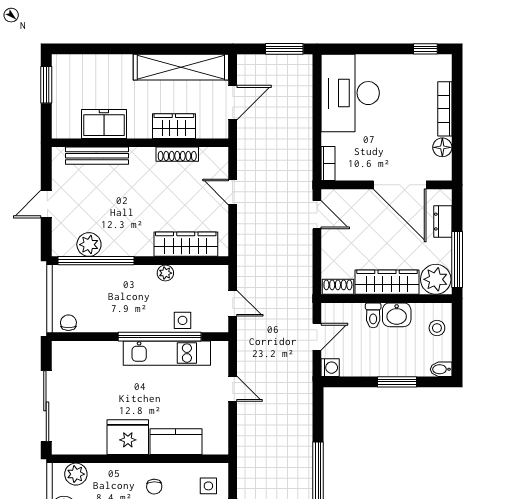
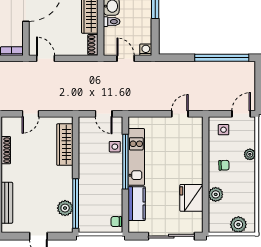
door: (317, 215) -> (46, 58), hinge flipped
plant: (165, 273) -> (84, 158), removed
door: (233, 303) -> (104, 114), swing flipped
door: (233, 389) -> (180, 114), moved
fridge: (128, 437) -> (191, 198), moved
kitchen counter: (176, 442) -> (137, 204), moved, turned 180
plant: (76, 474) -> (216, 194), moved

